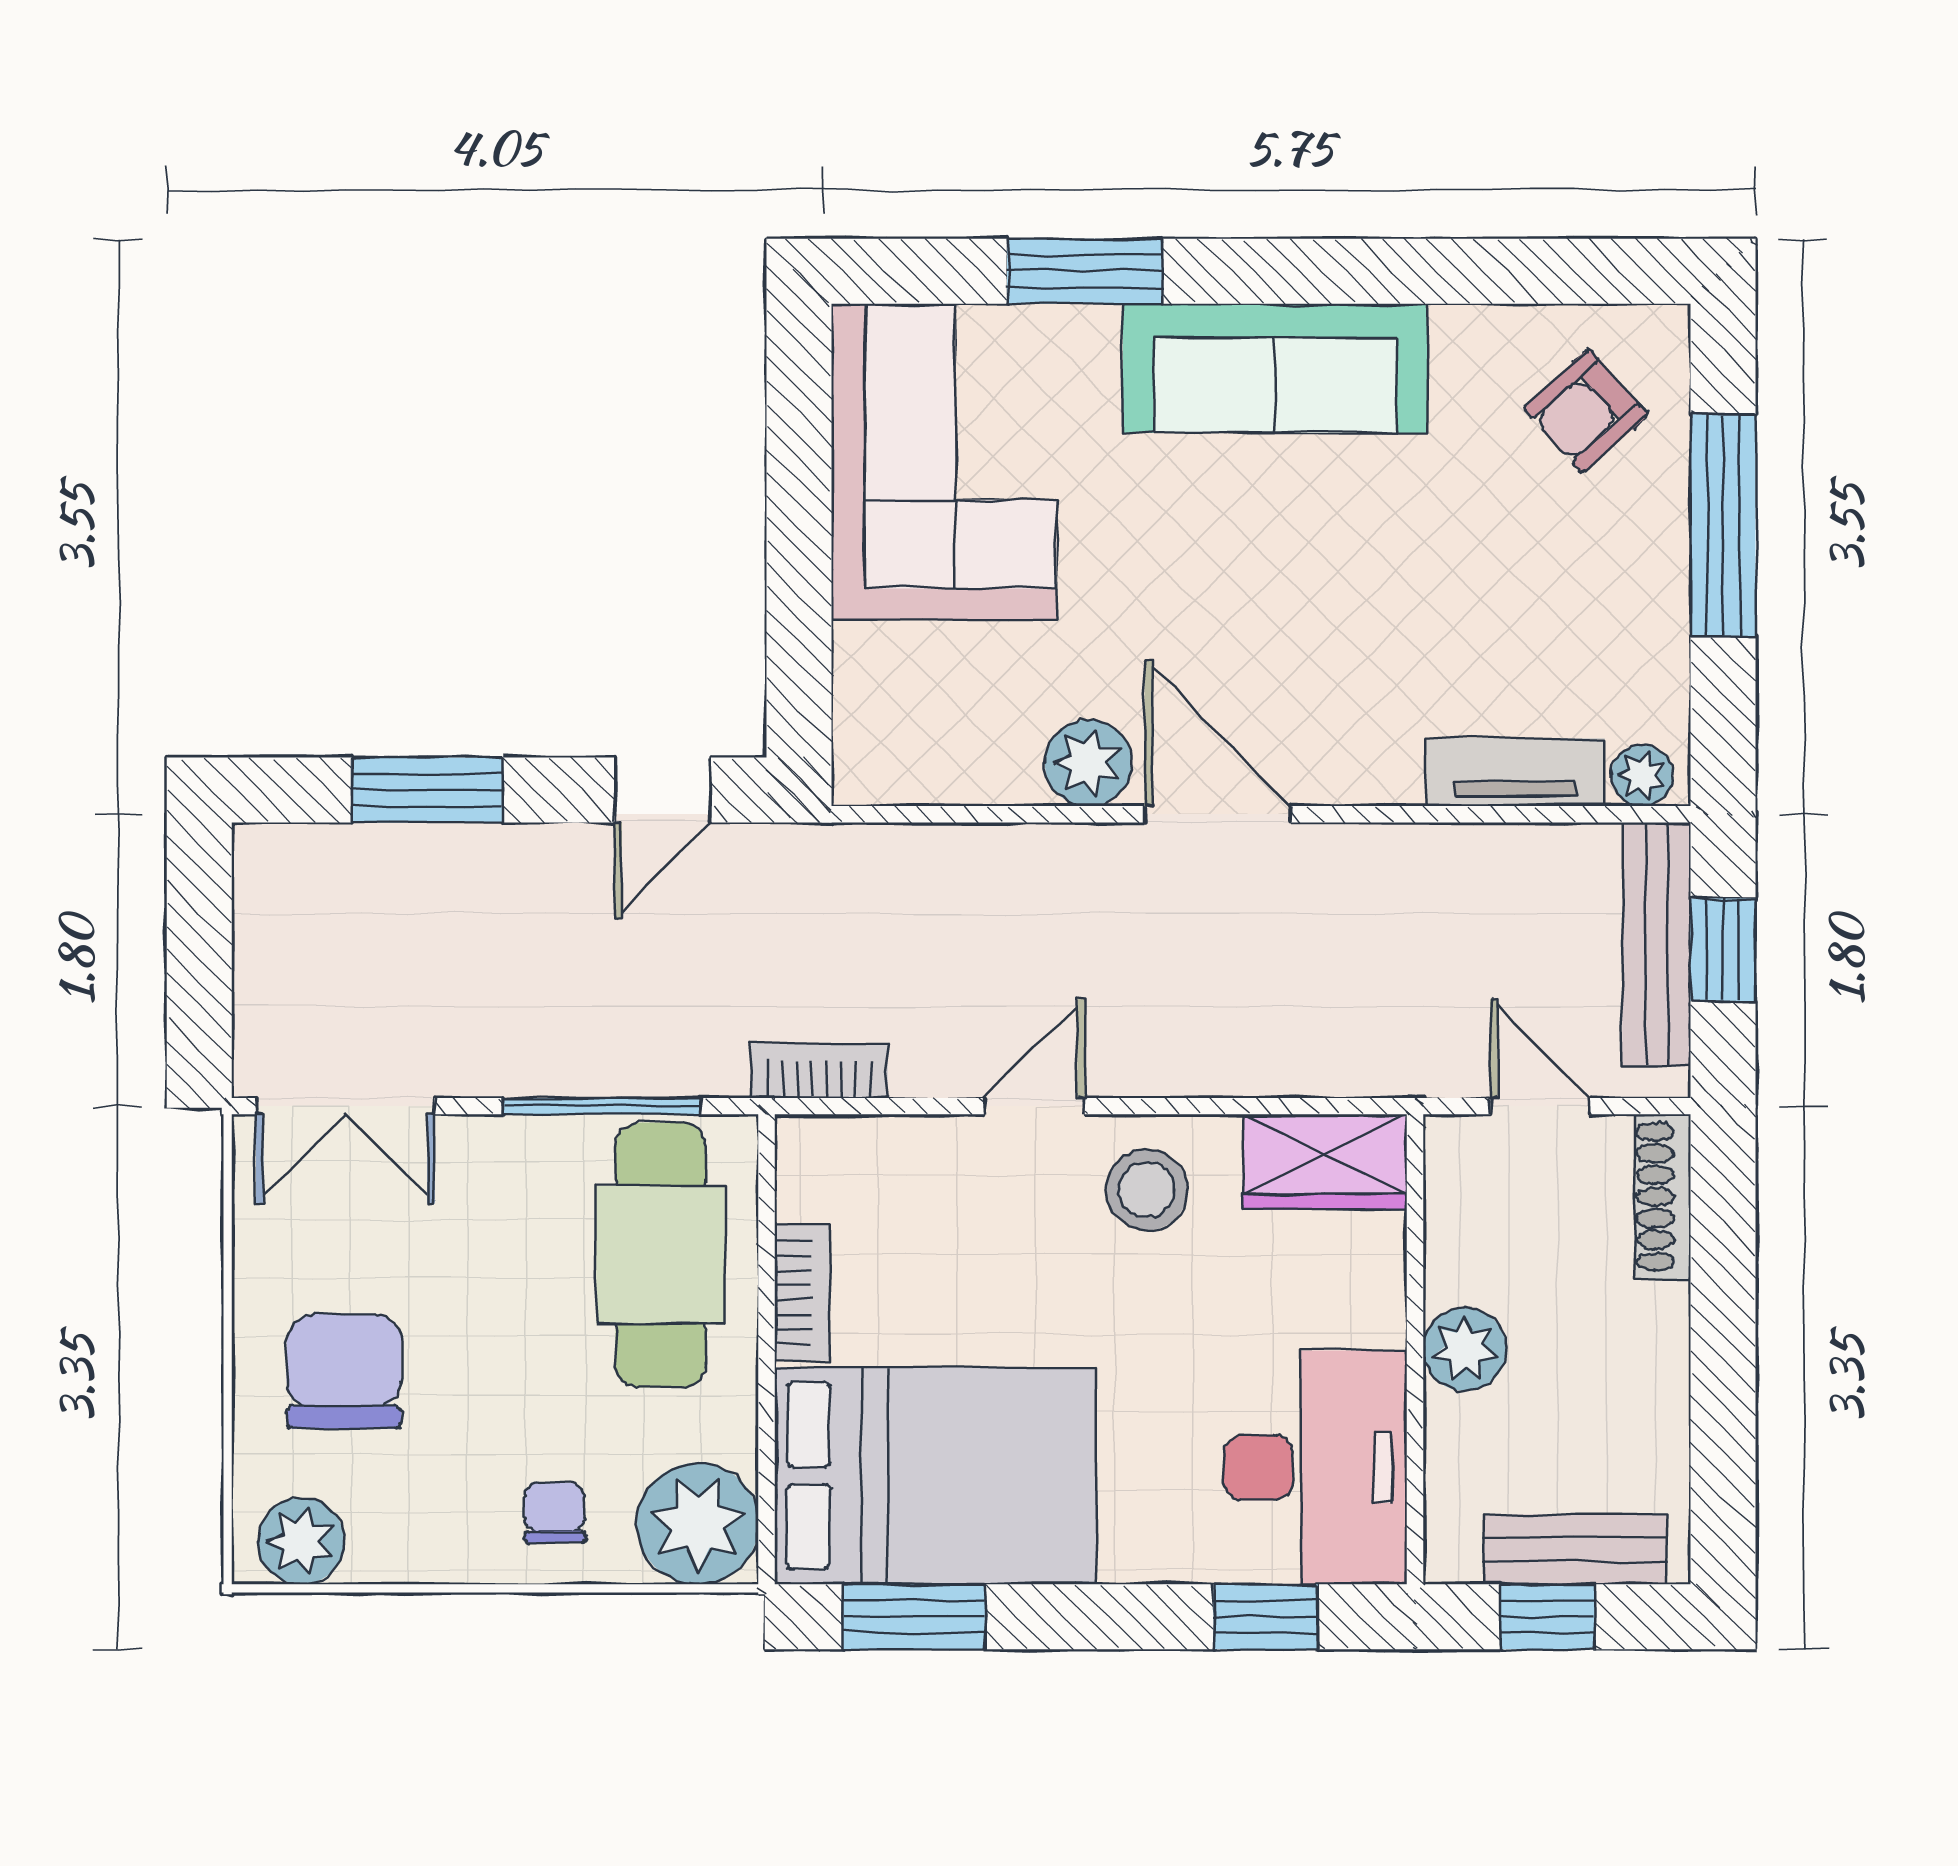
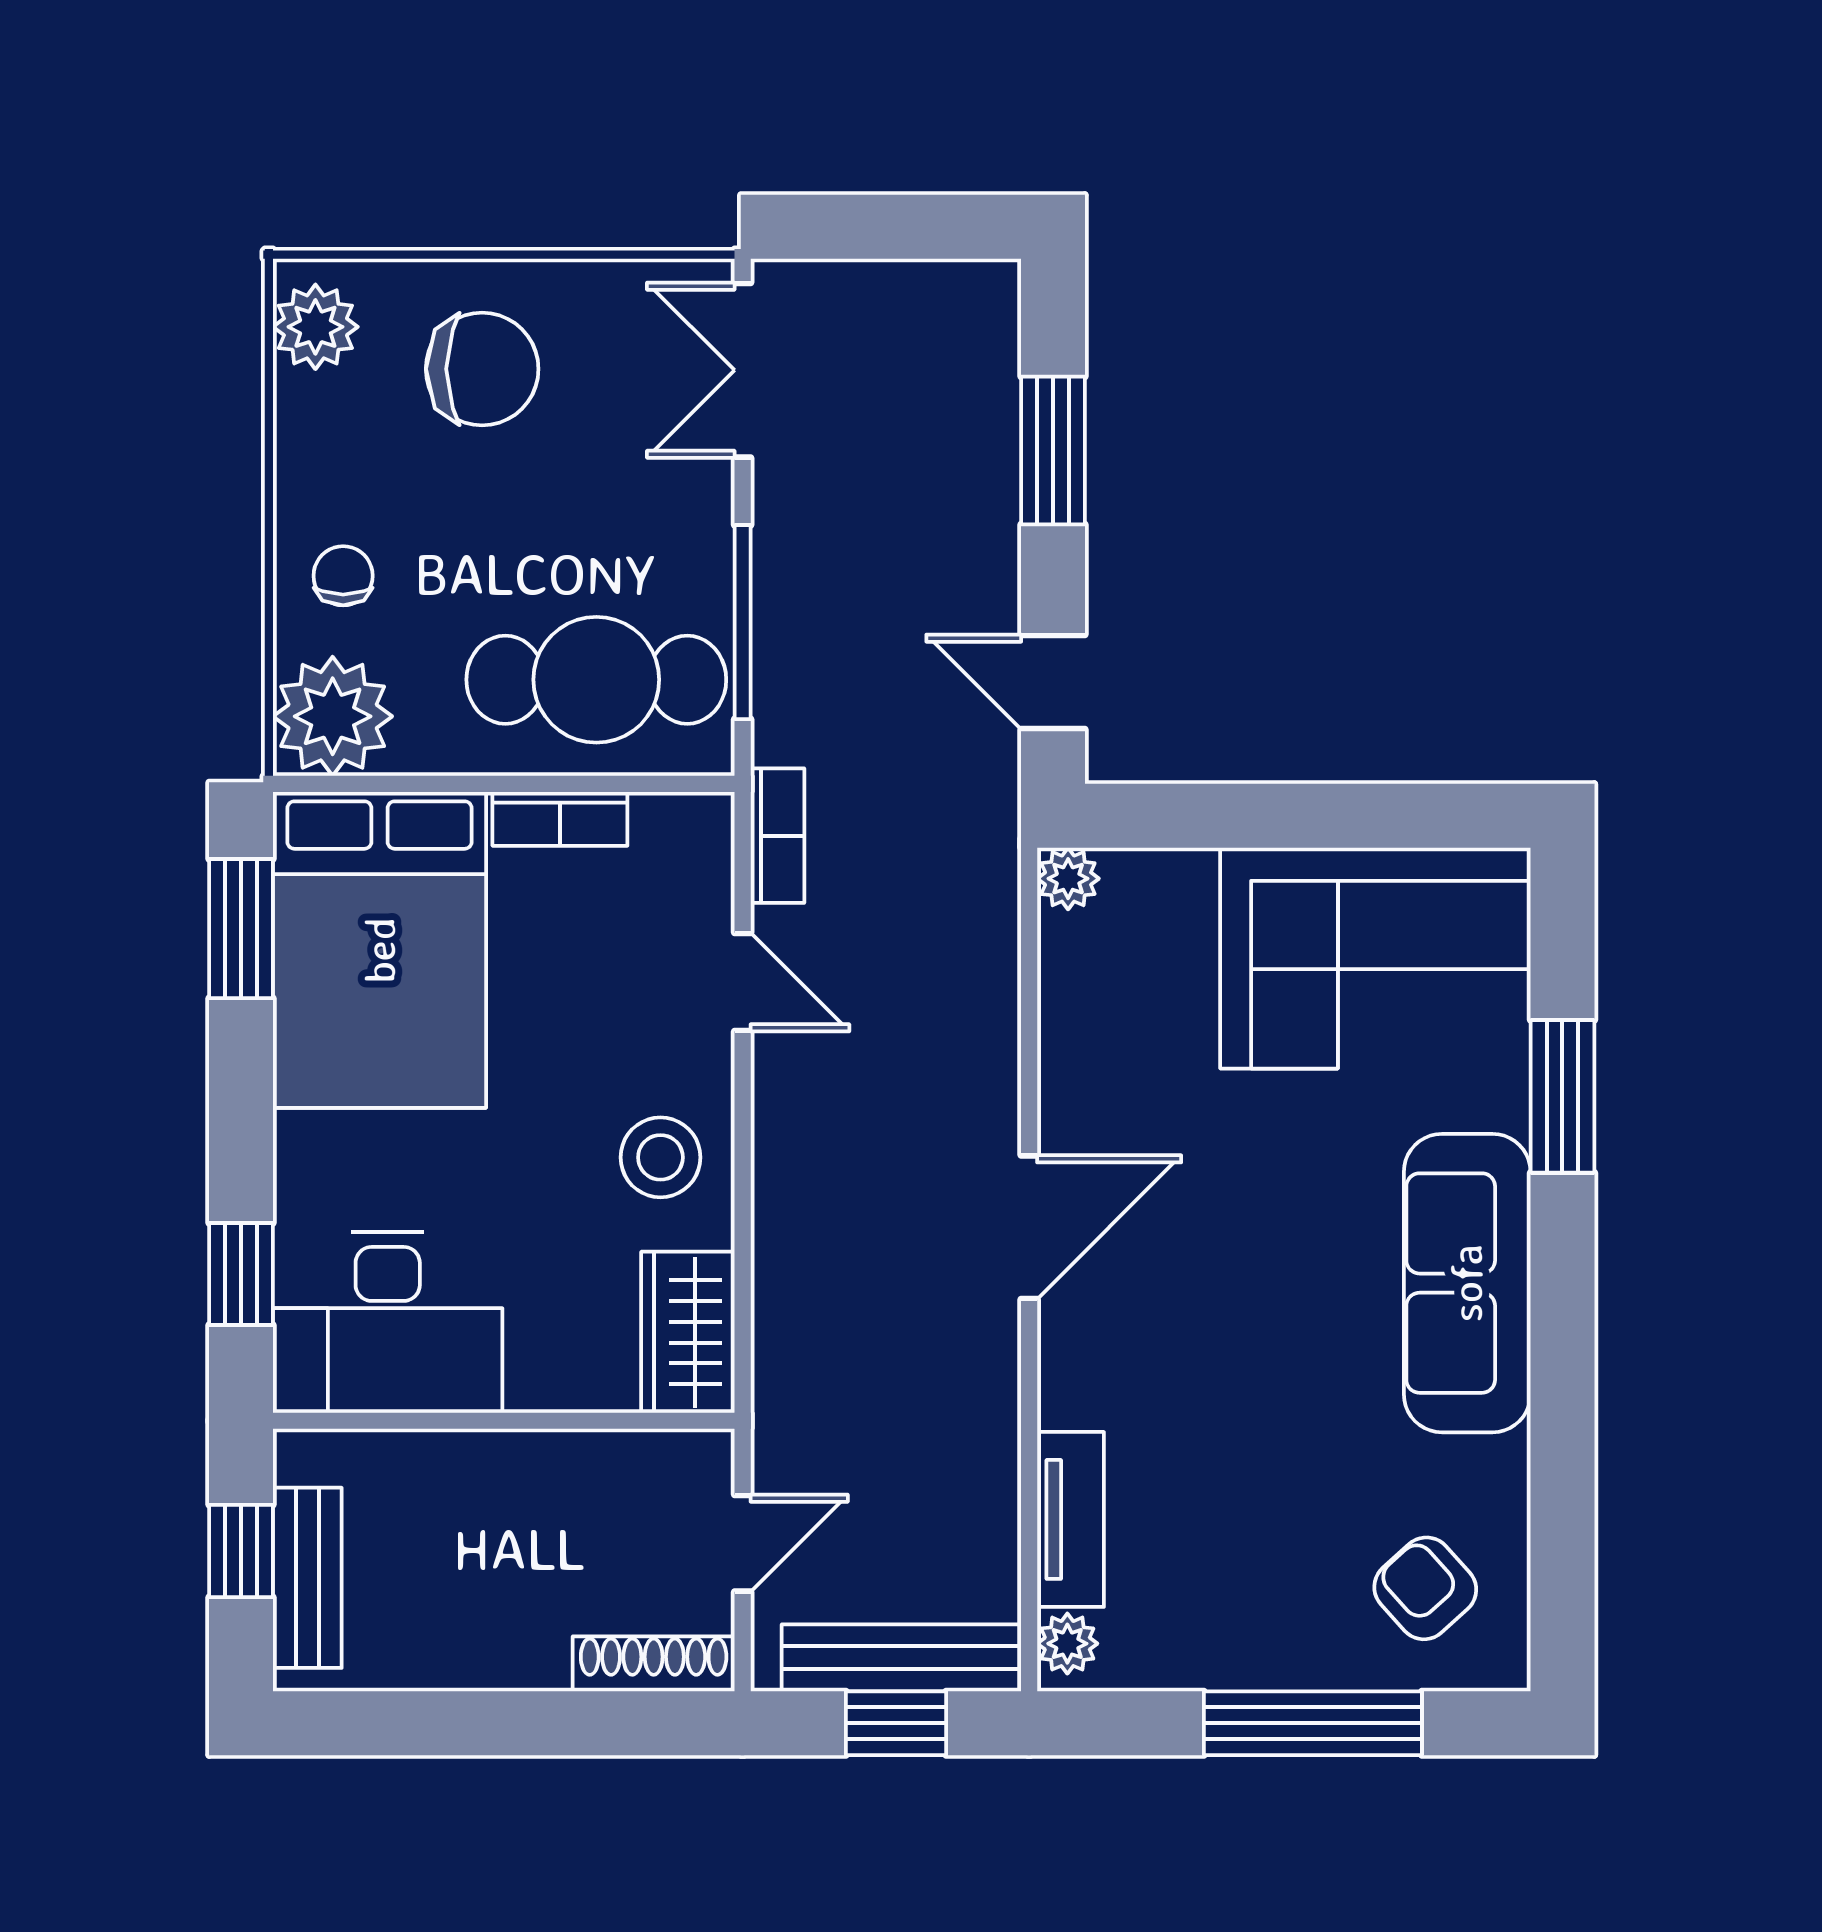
plant: (1088, 763) -> (1068, 879), moved, width x0.73, depth x0.73
door: (1034, 1106) -> (743, 982), moved
plant: (1465, 1349) -> (504, 1470), removed
chair: (555, 1513) -> (343, 576), turned -90

